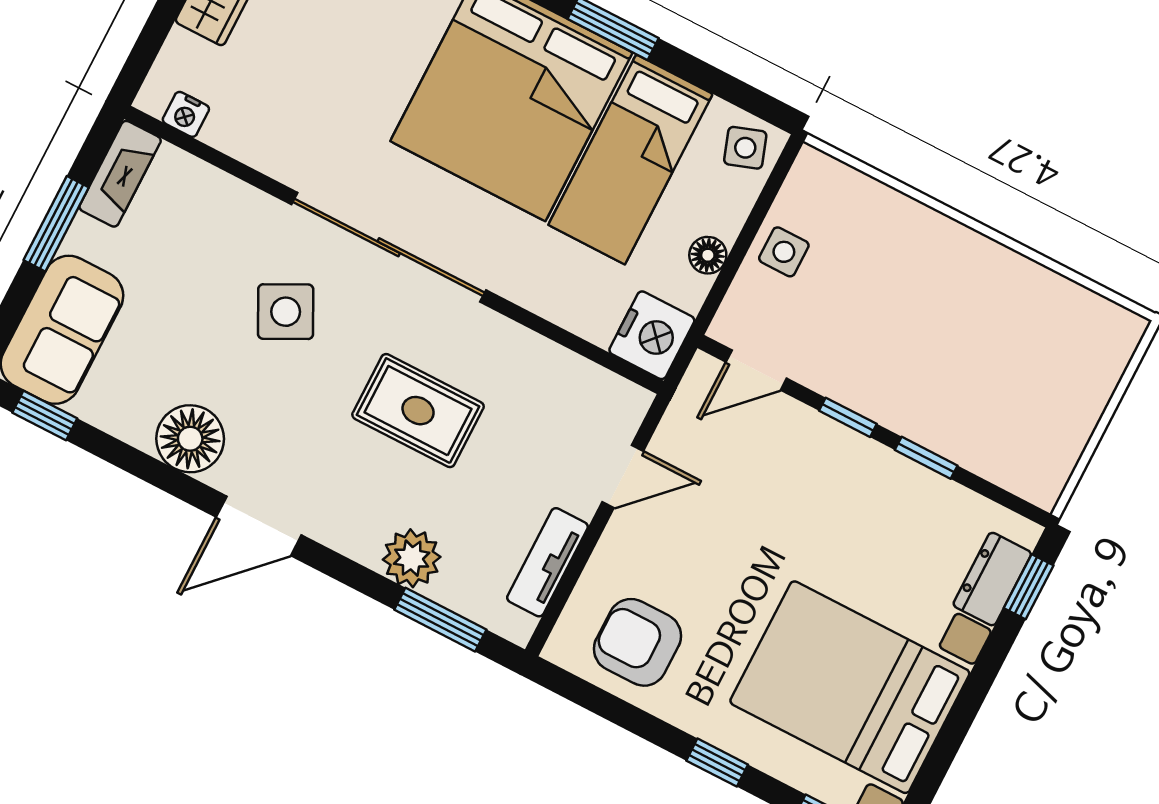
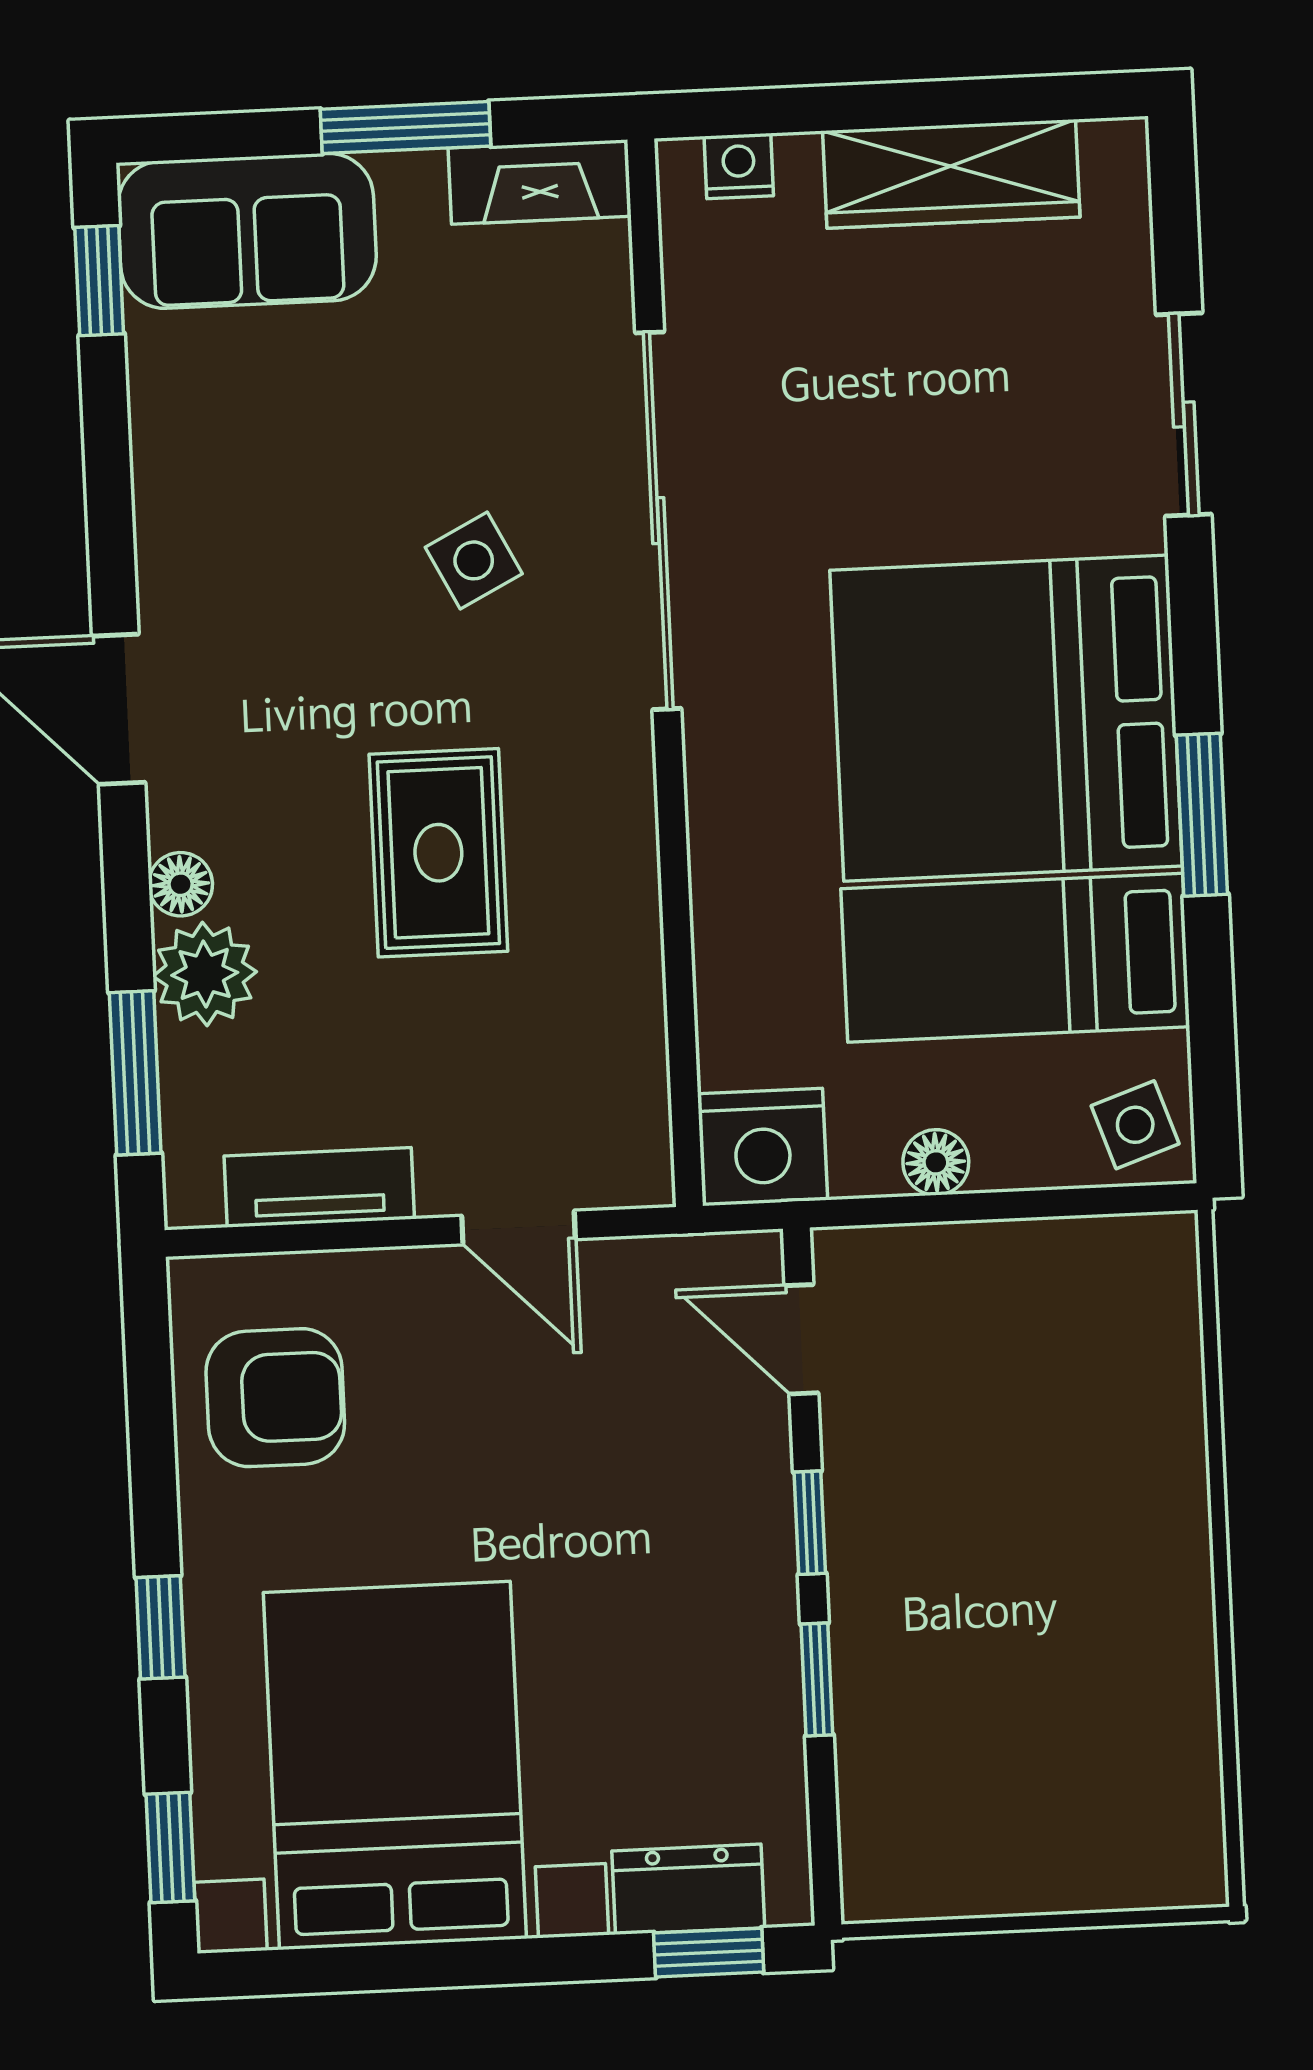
nightstand: (186, 114) -> (739, 166), moved, turned 90
sliding door: (389, 247) -> (658, 521), moved
side table: (784, 252) -> (1009, 1277), removed
side table: (286, 312) -> (474, 560), width x0.73, depth x0.73
floor lamp: (190, 439) -> (181, 884), moved, width x0.53, depth x0.53
armchair: (637, 642) -> (275, 1398), turned 90

